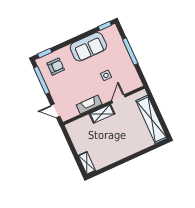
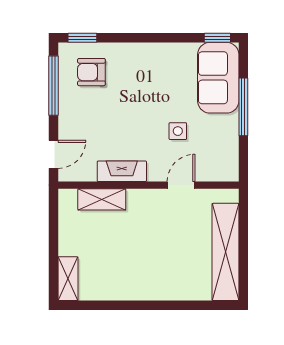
sofa: (88, 47) -> (218, 78), moved, turned 90
armchair: (56, 67) -> (91, 72), turned 180
door: (55, 111) -> (54, 154), swing flipped
shelving: (102, 114) -> (102, 199), moved

